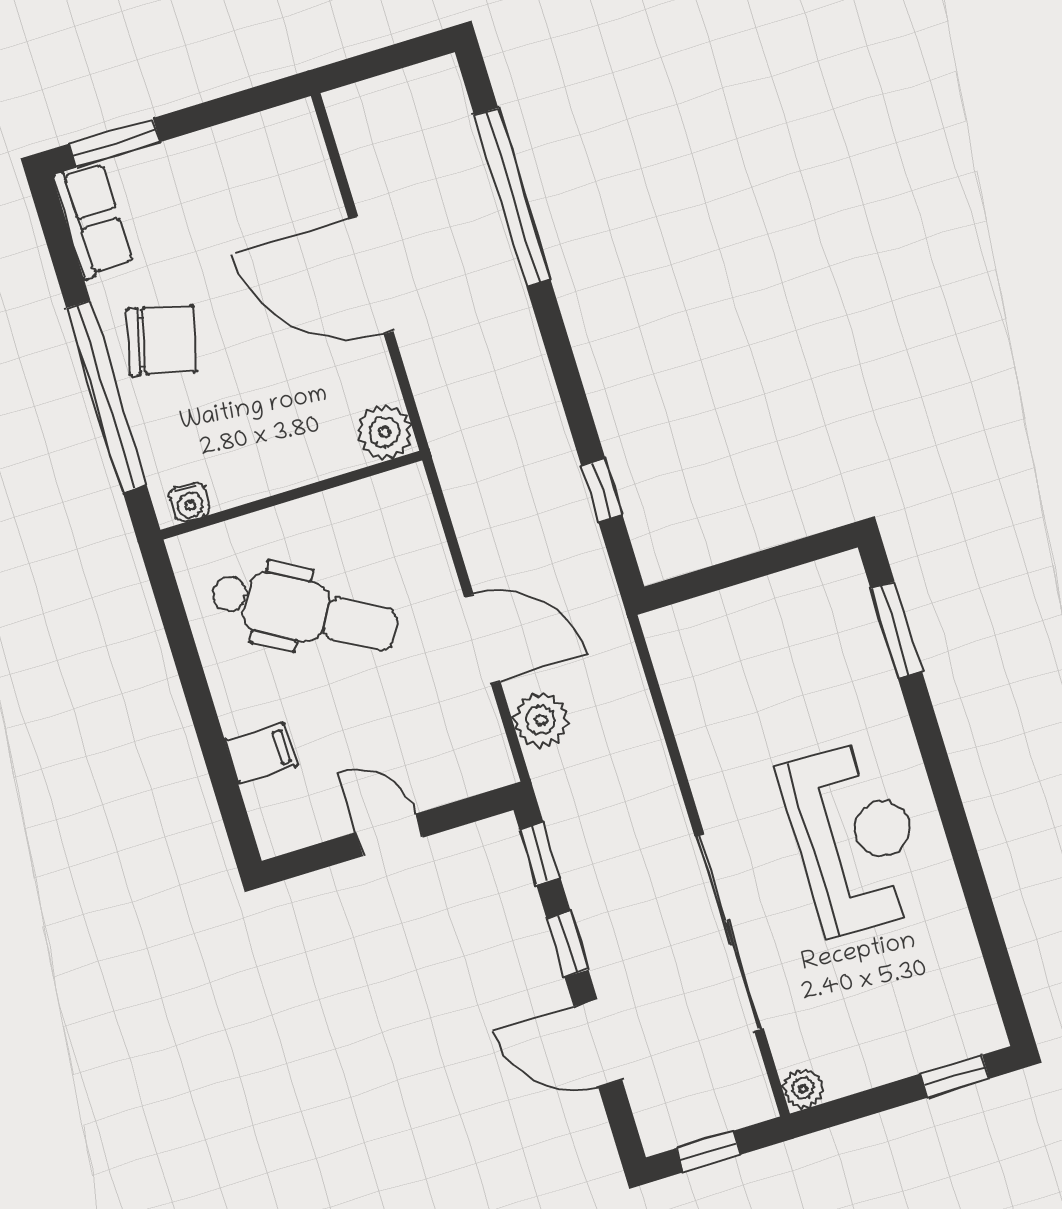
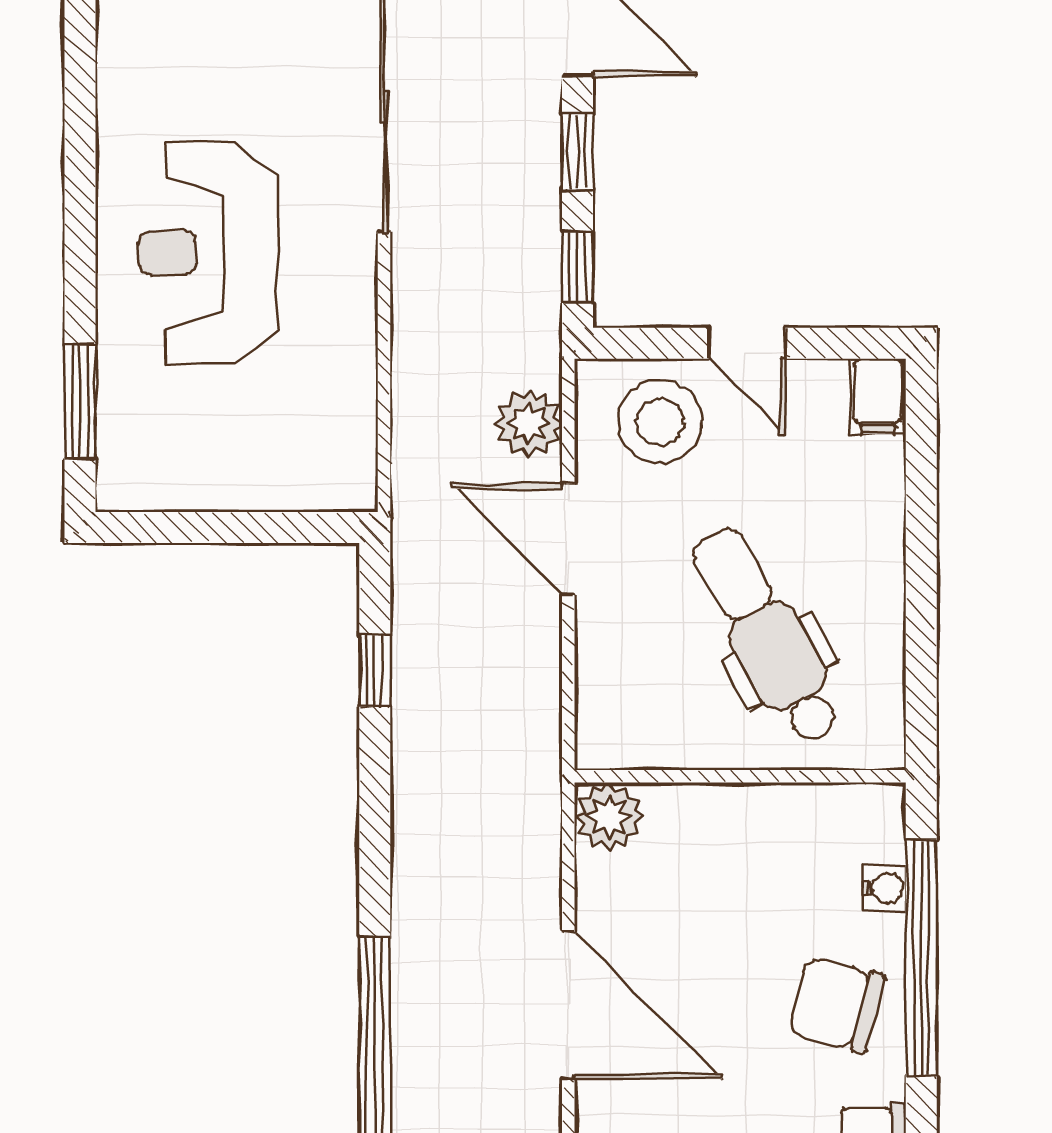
water cooler: (189, 502) -> (884, 888), moved, turned 90
dental chair: (304, 611) -> (767, 636), turned 31
filing cabinet: (261, 753) -> (878, 396), moved, turned -90
stool: (439, 753) -> (660, 421), added
reception desk: (854, 837) -> (208, 253), moved

